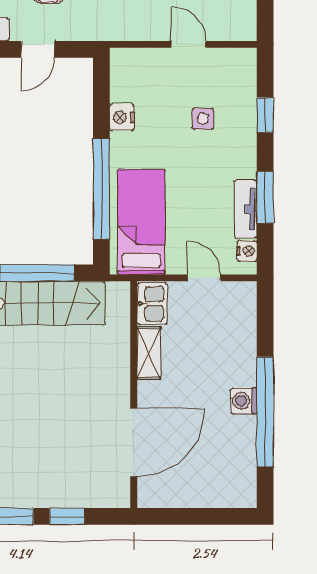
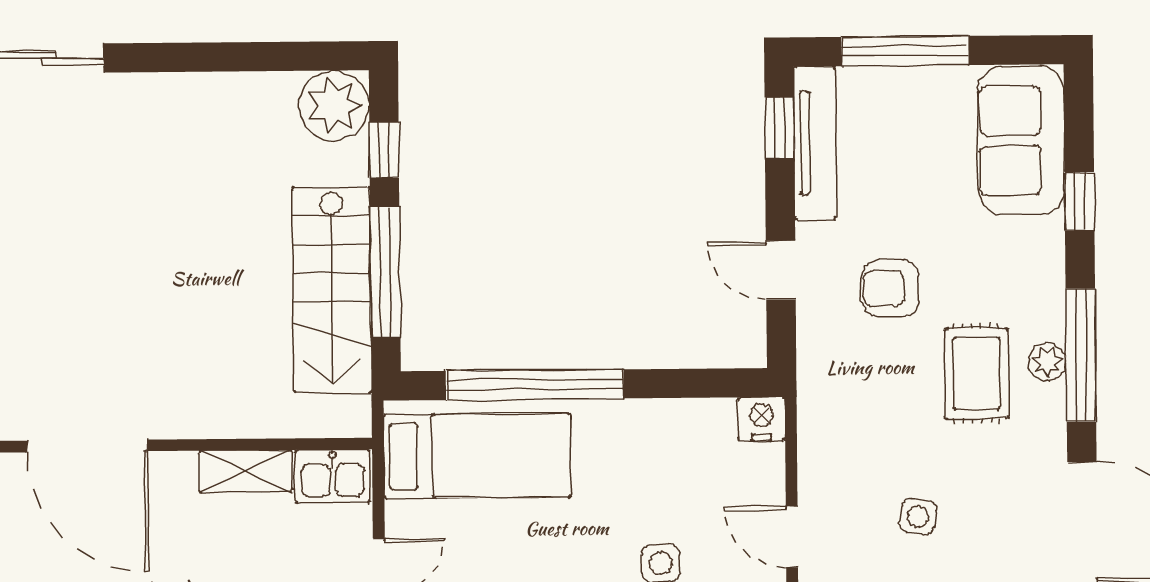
door: (189, 44) -> (792, 537), swing flipped
nightstand: (122, 117) -> (762, 419), moved

